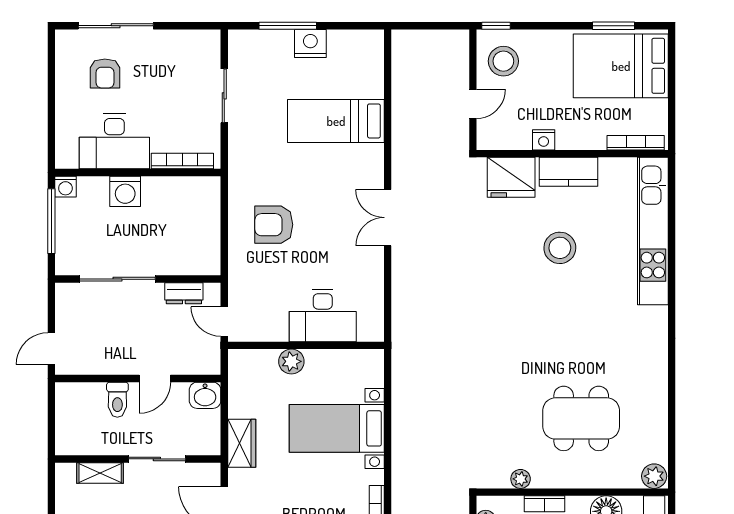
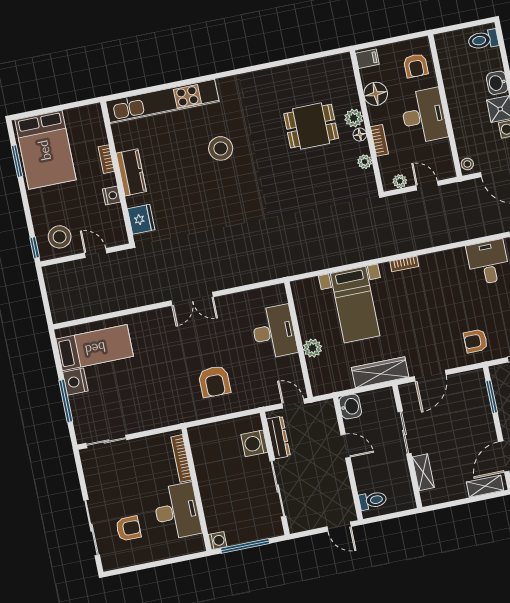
sliding door: (224, 96) -> (106, 441), moved
bed: (336, 121) -> (95, 348), moved, turned -90
bookcase: (636, 143) -> (106, 159), moved, width x0.64
fridge: (511, 177) -> (141, 219), width x0.73, depth x0.75
washing machine: (125, 191) -> (254, 443), moved, turned 180
stool: (560, 248) -> (221, 148), moved
dresser: (184, 293) -> (278, 437), width x1.44
door: (224, 322) -> (293, 403), swing flipped
toilet: (117, 400) -> (373, 500), moved
dining table: (581, 418) -> (311, 126), width x0.73
wardrobe: (242, 443) -> (380, 372), width x1.50
plant: (654, 476) -> (354, 118), moved
floor lamp: (557, 480) -> (360, 135), added

